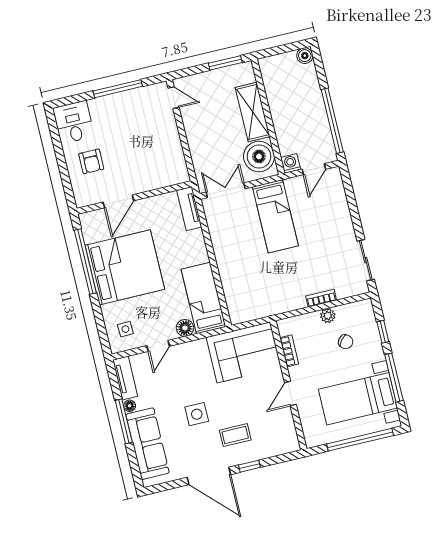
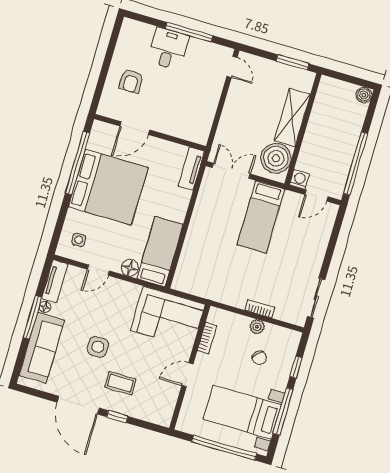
desk: (73, 122) -> (168, 49), moved

